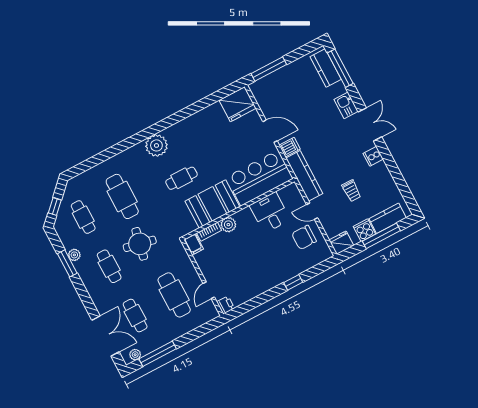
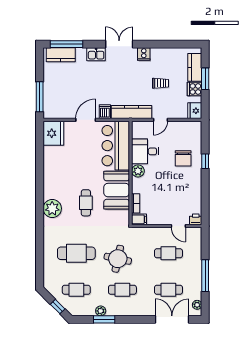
plant: (228, 225) -> (138, 171), moved
window: (381, 236) -> (205, 79), width x0.69
chair: (304, 237) -> (183, 158), moved
cafe table: (174, 295) -> (168, 253), width x0.73, depth x0.74
window: (158, 354) -> (205, 276), moved

